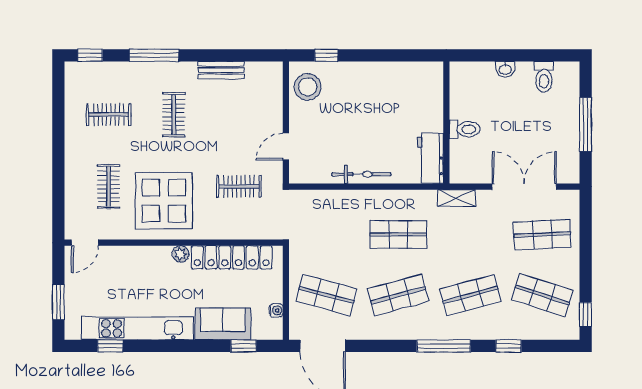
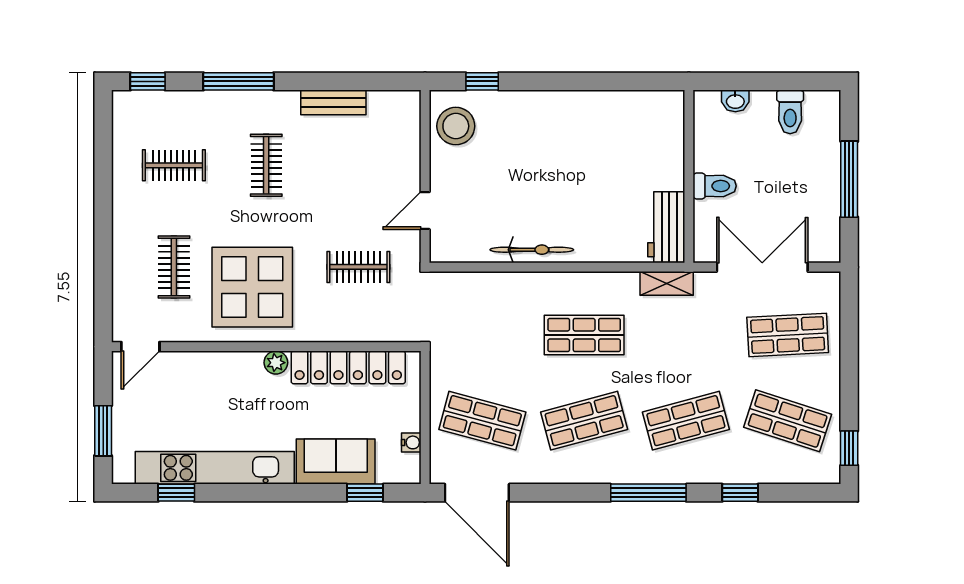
wall: (446, 122) -> (689, 176), moved
toilet: (465, 129) -> (715, 186), moved
workbench: (430, 158) -> (666, 227), moved

